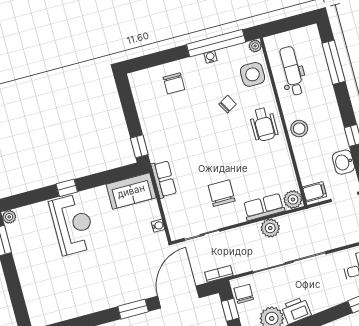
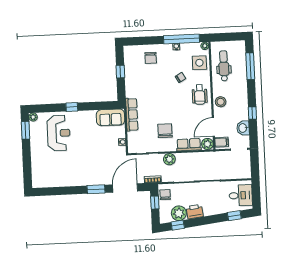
window: (139, 146) -> (120, 72), moved
door: (296, 171) -> (213, 127), added
row of seats: (164, 179) -> (132, 115), width x1.48
reception desk: (73, 224) -> (59, 133), moved
plant: (270, 228) -> (169, 159), moved

